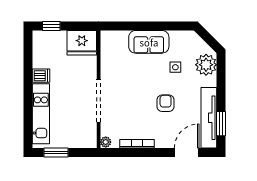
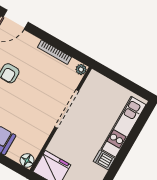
floor lamp: (107, 37) -> (27, 160), added
window: (56, 153) -> (130, 85), removed

